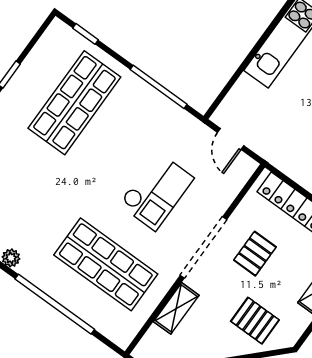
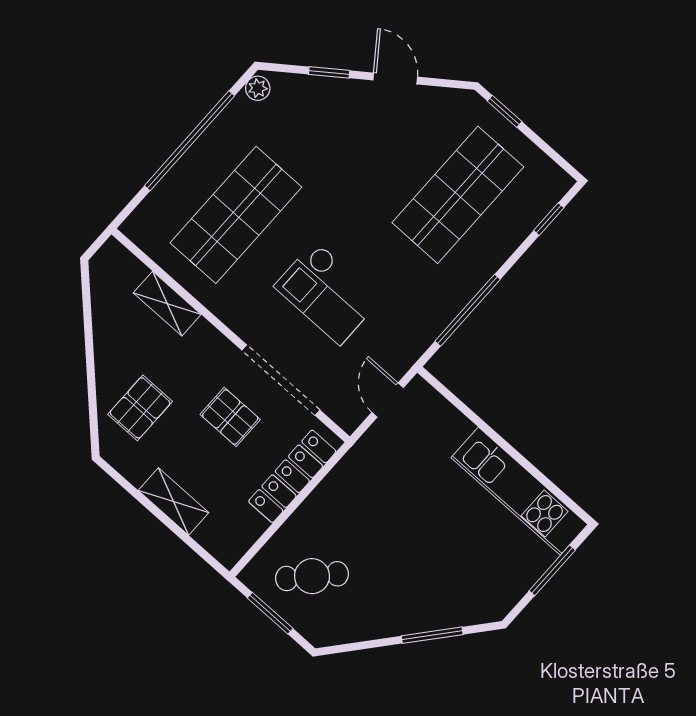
shop shelf: (74, 103) -> (458, 195), turned 90
door: (231, 139) -> (388, 400), hinge flipped
doorway: (204, 247) -> (281, 380), moved

